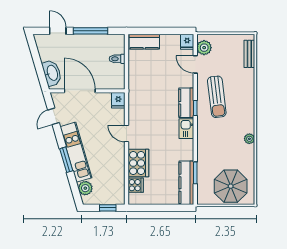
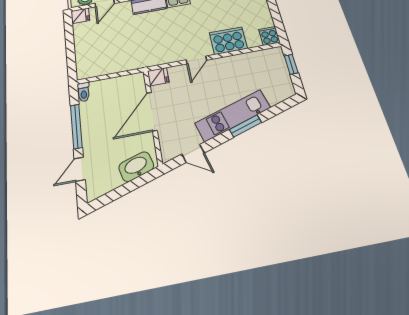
kitchen counter: (144, 42) -> (84, 61), removed
toilet: (117, 59) -> (84, 92), moved
door: (80, 91) -> (152, 111), moved
cooker: (136, 185) -> (269, 36), moved
plant: (85, 188) -> (275, 95), removed

